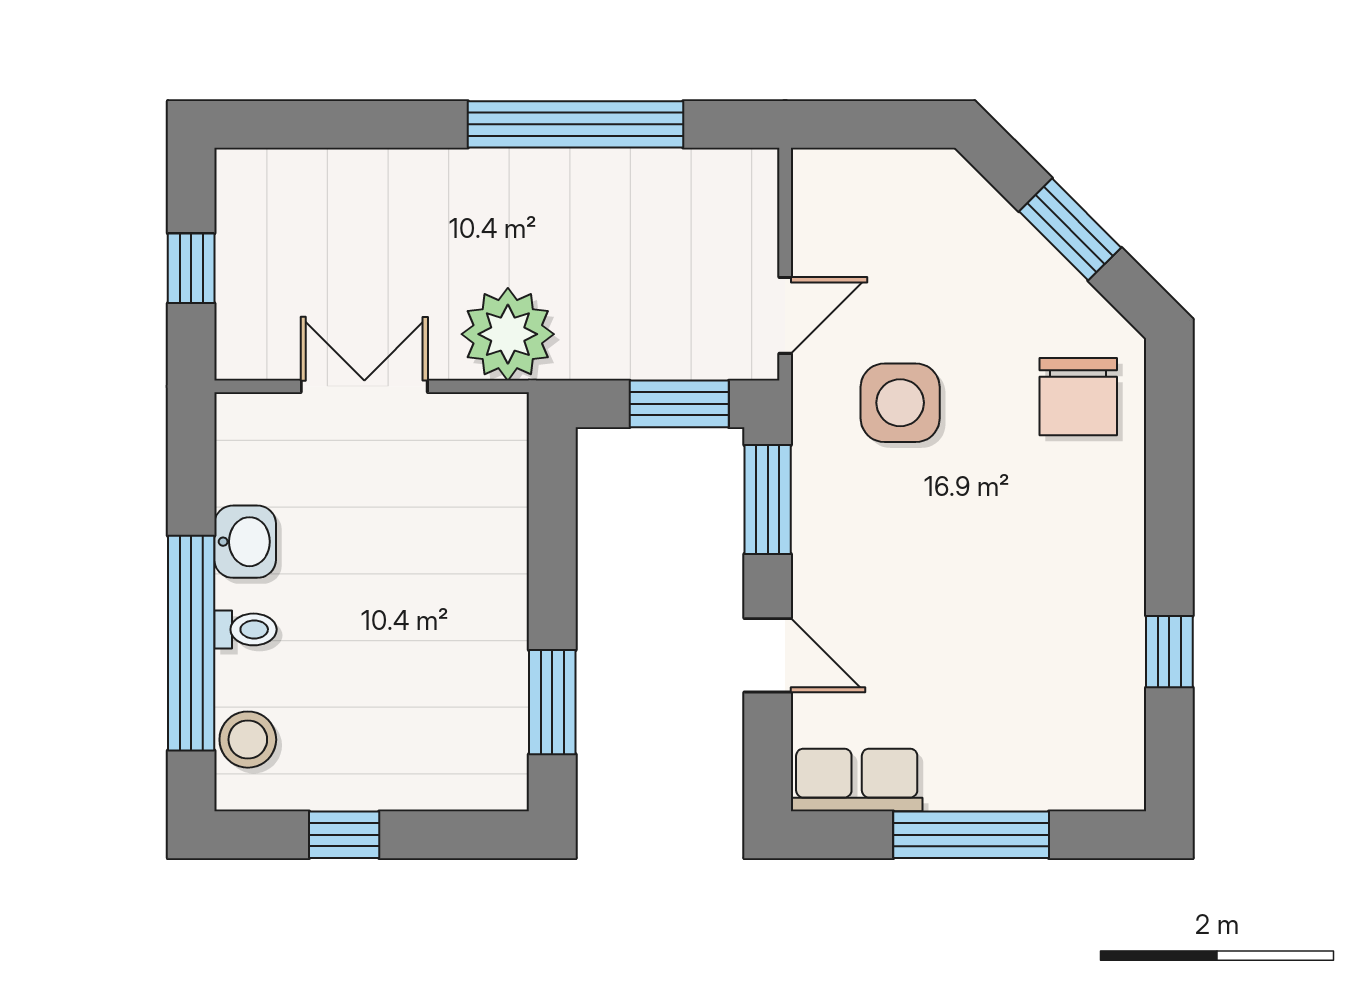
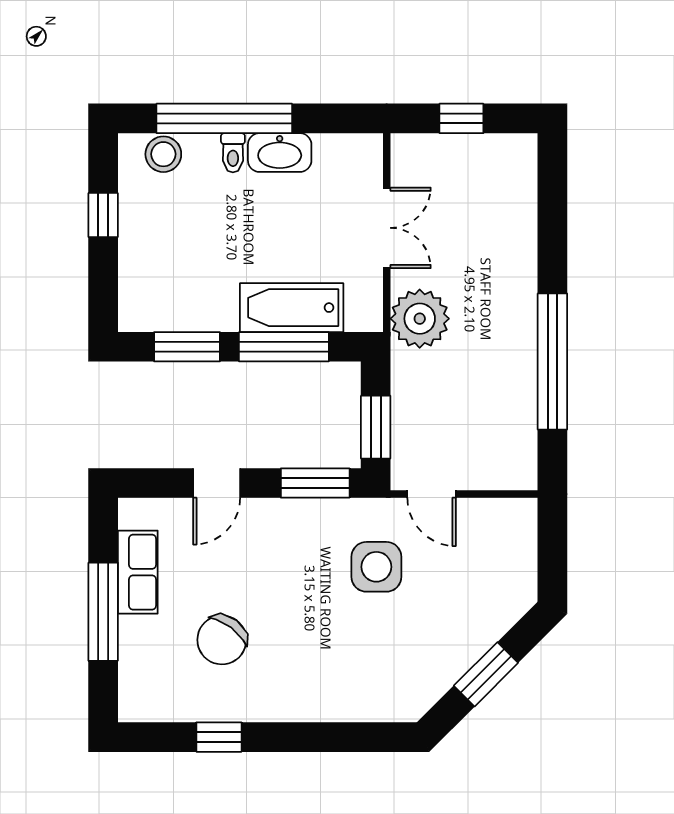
chair: (1078, 397) -> (222, 640), moved, turned -53
bathtub: (490, 537) -> (292, 308), added
washbasin: (245, 542) -> (280, 153), width x1.38
window: (552, 549) -> (284, 347), added
row of seats: (857, 780) -> (138, 572), moved

